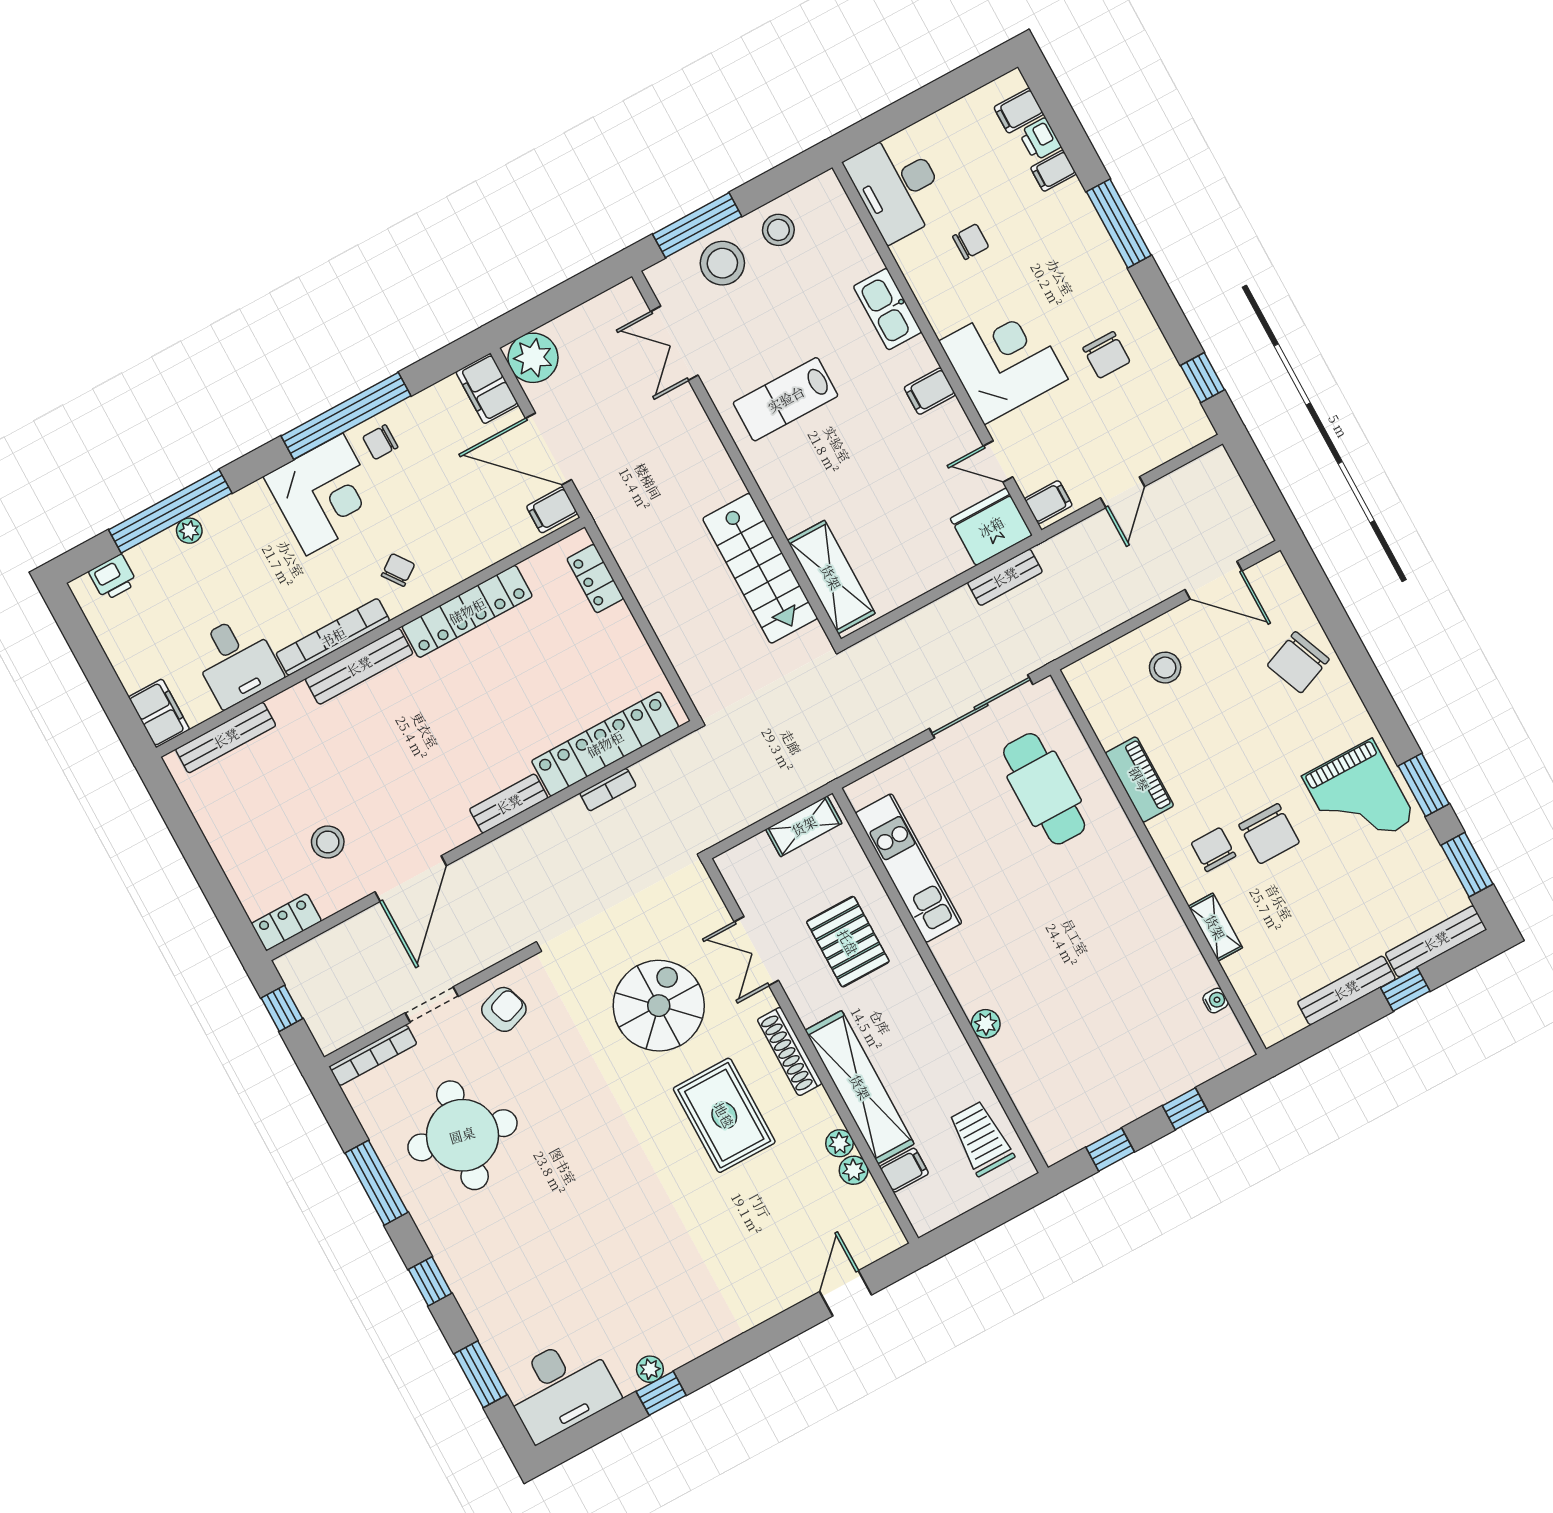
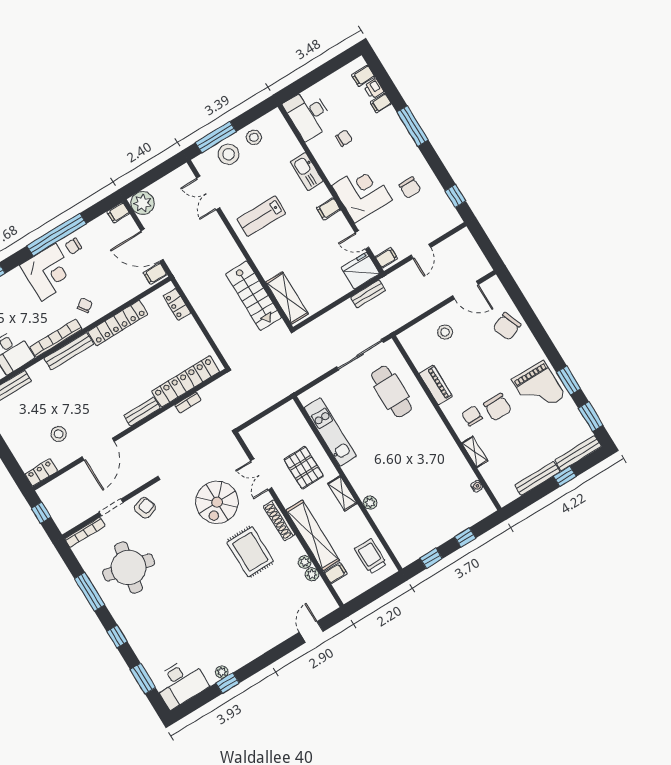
filing cabinet: (487, 389) -> (118, 213), width x0.50
shelving: (804, 826) -> (342, 493), moved, turned 90
spiral stairs: (659, 1006) -> (217, 502), turned 180

